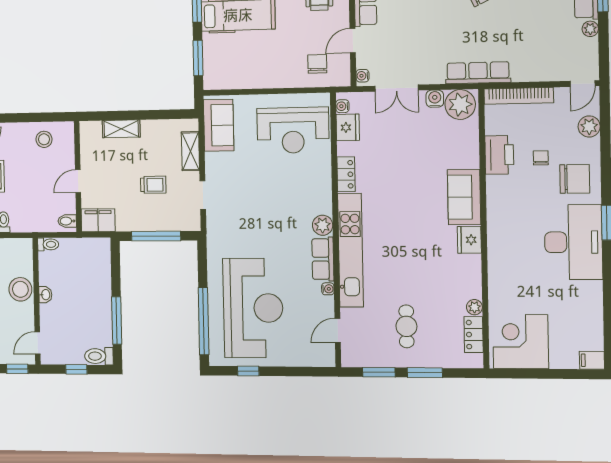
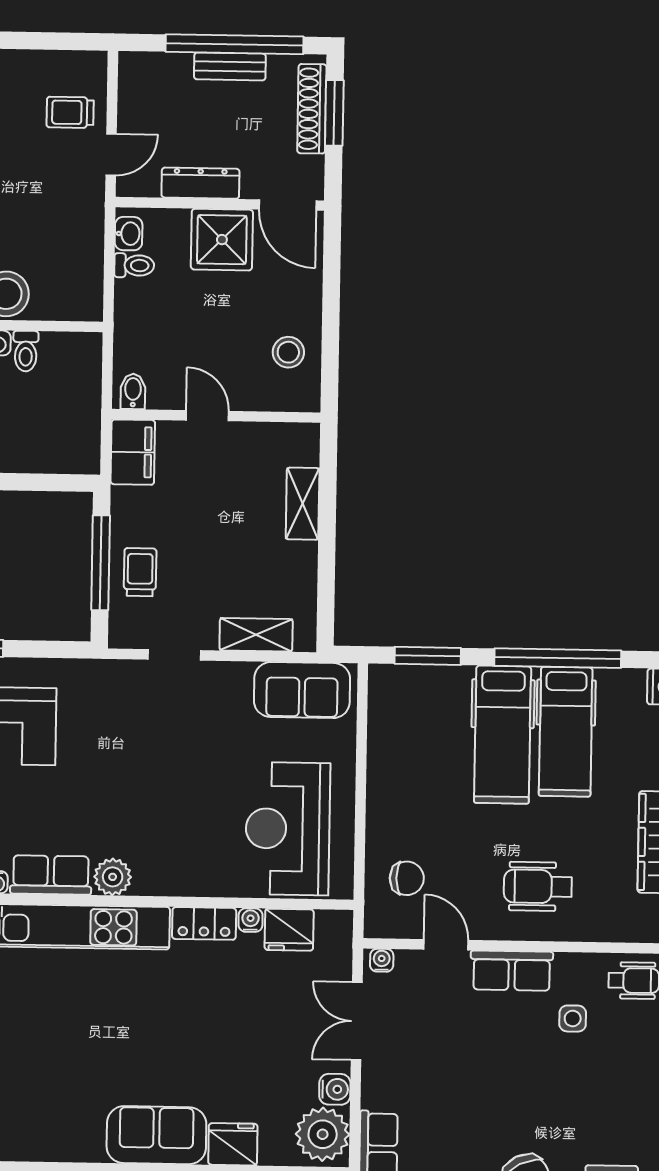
water cooler: (342, 106) -> (251, 920), moved
trolley: (153, 185) -> (140, 572), moved, turned 180
fridge: (469, 240) -> (233, 1144), moved
toilet: (48, 244) -> (26, 351), moved

